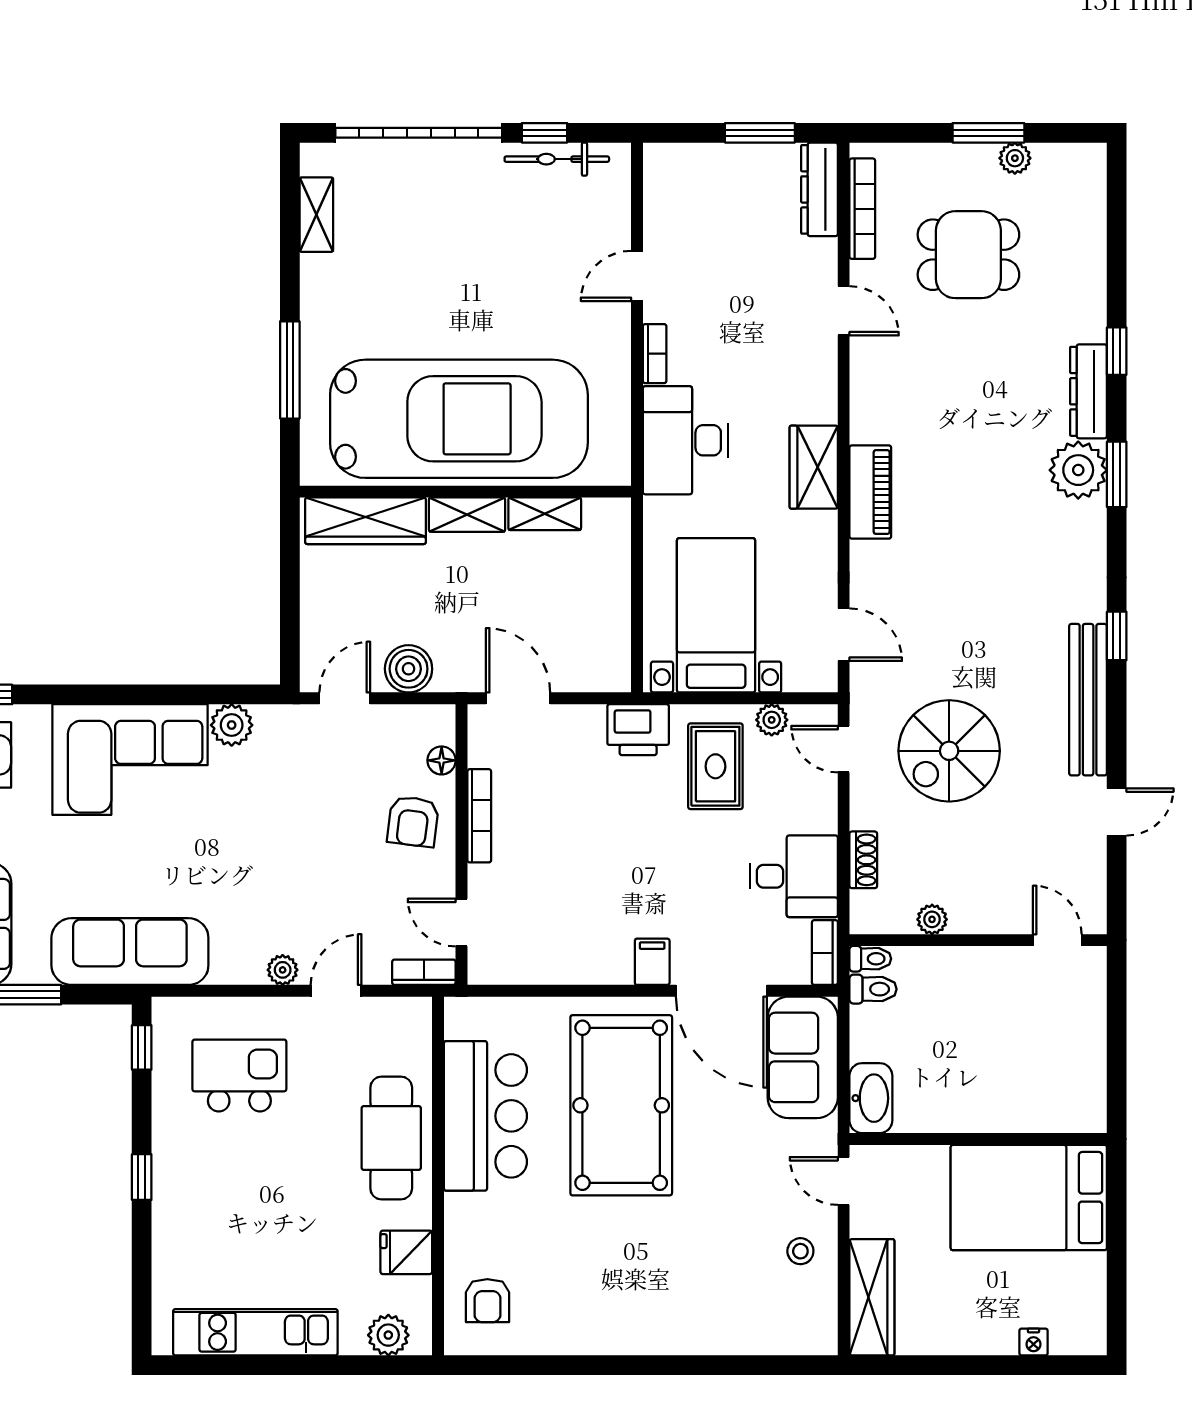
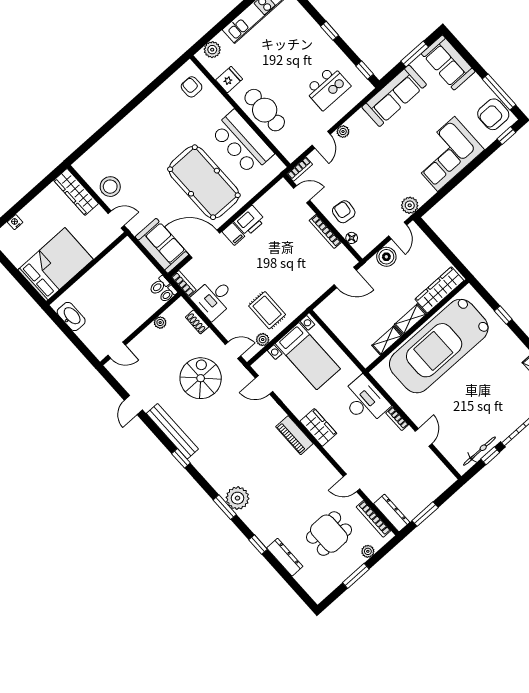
plant: (1015, 158) -> (368, 551), moved
window: (290, 370) -> (503, 315), width x0.46
dresser: (1088, 391) -> (285, 557), moved
plant: (232, 725) -> (410, 205), moved
printer: (638, 730) -> (250, 221), moved, turned 180
washbasin: (871, 1098) -> (71, 316), moved, turned 180
stool: (800, 1251) -> (110, 187), width x1.89, depth x1.89

